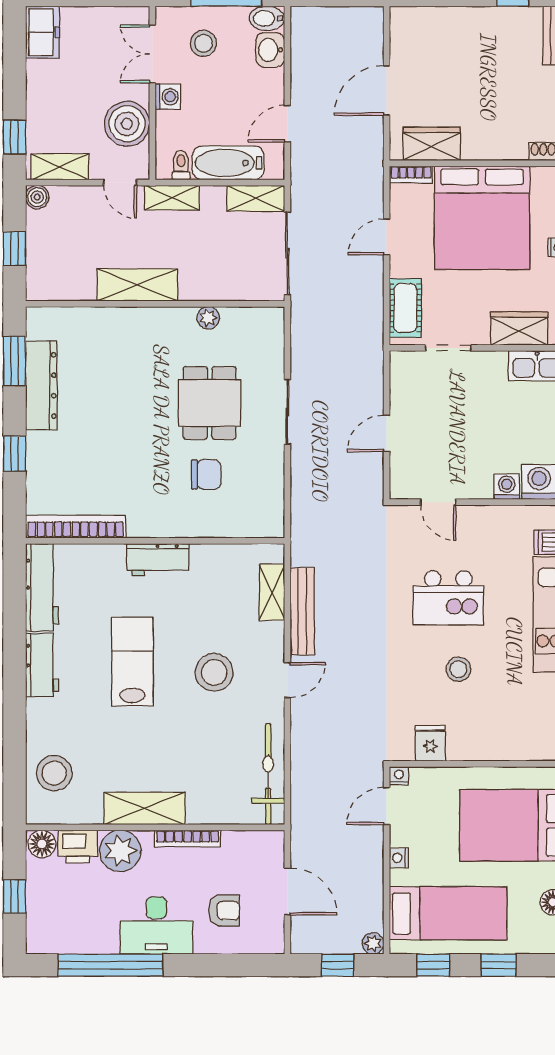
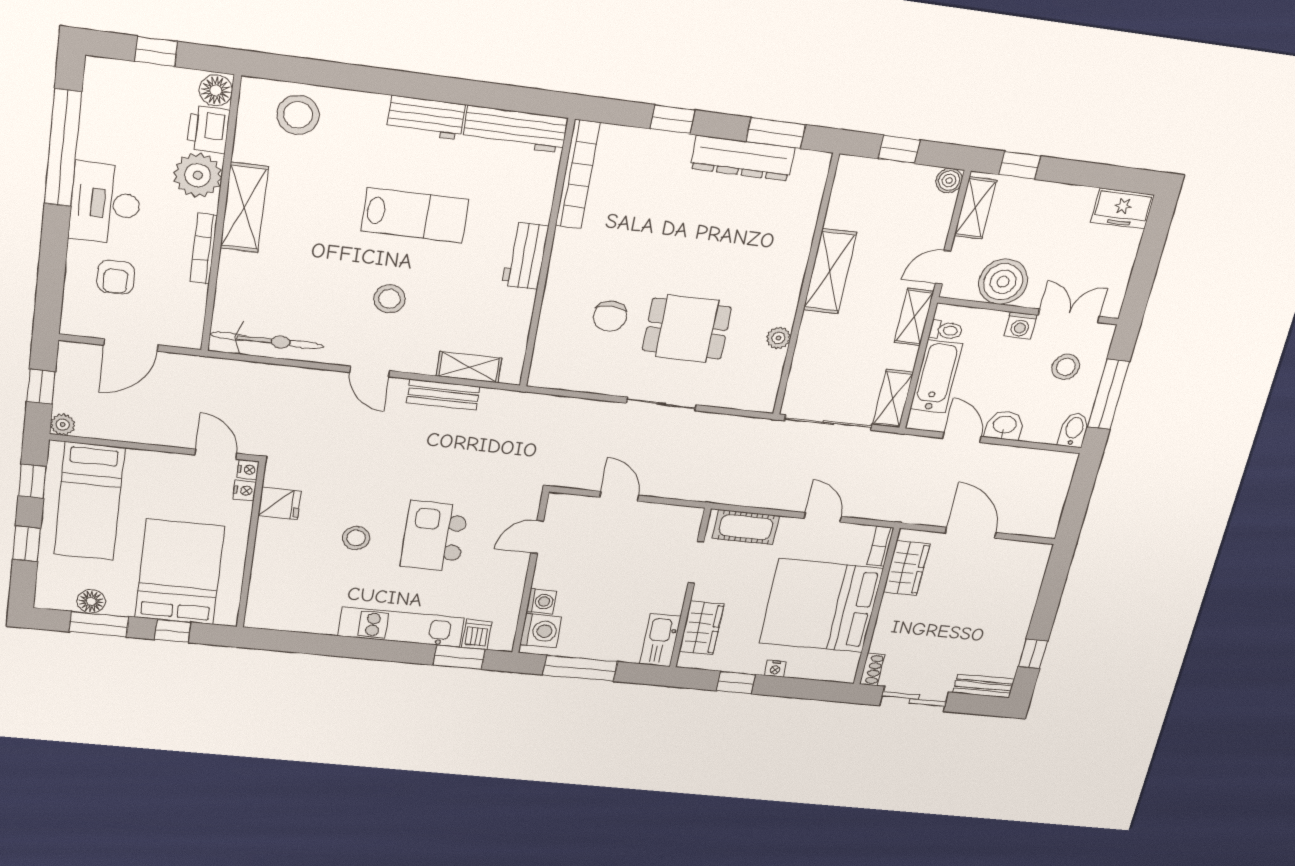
washbasin: (270, 50) -> (1005, 425), moved
bench: (302, 611) -> (443, 395), width x0.73
stool: (214, 672) -> (390, 299), width x0.73, depth x0.73
nightstand: (399, 858) -> (245, 490), moved, turned 90

